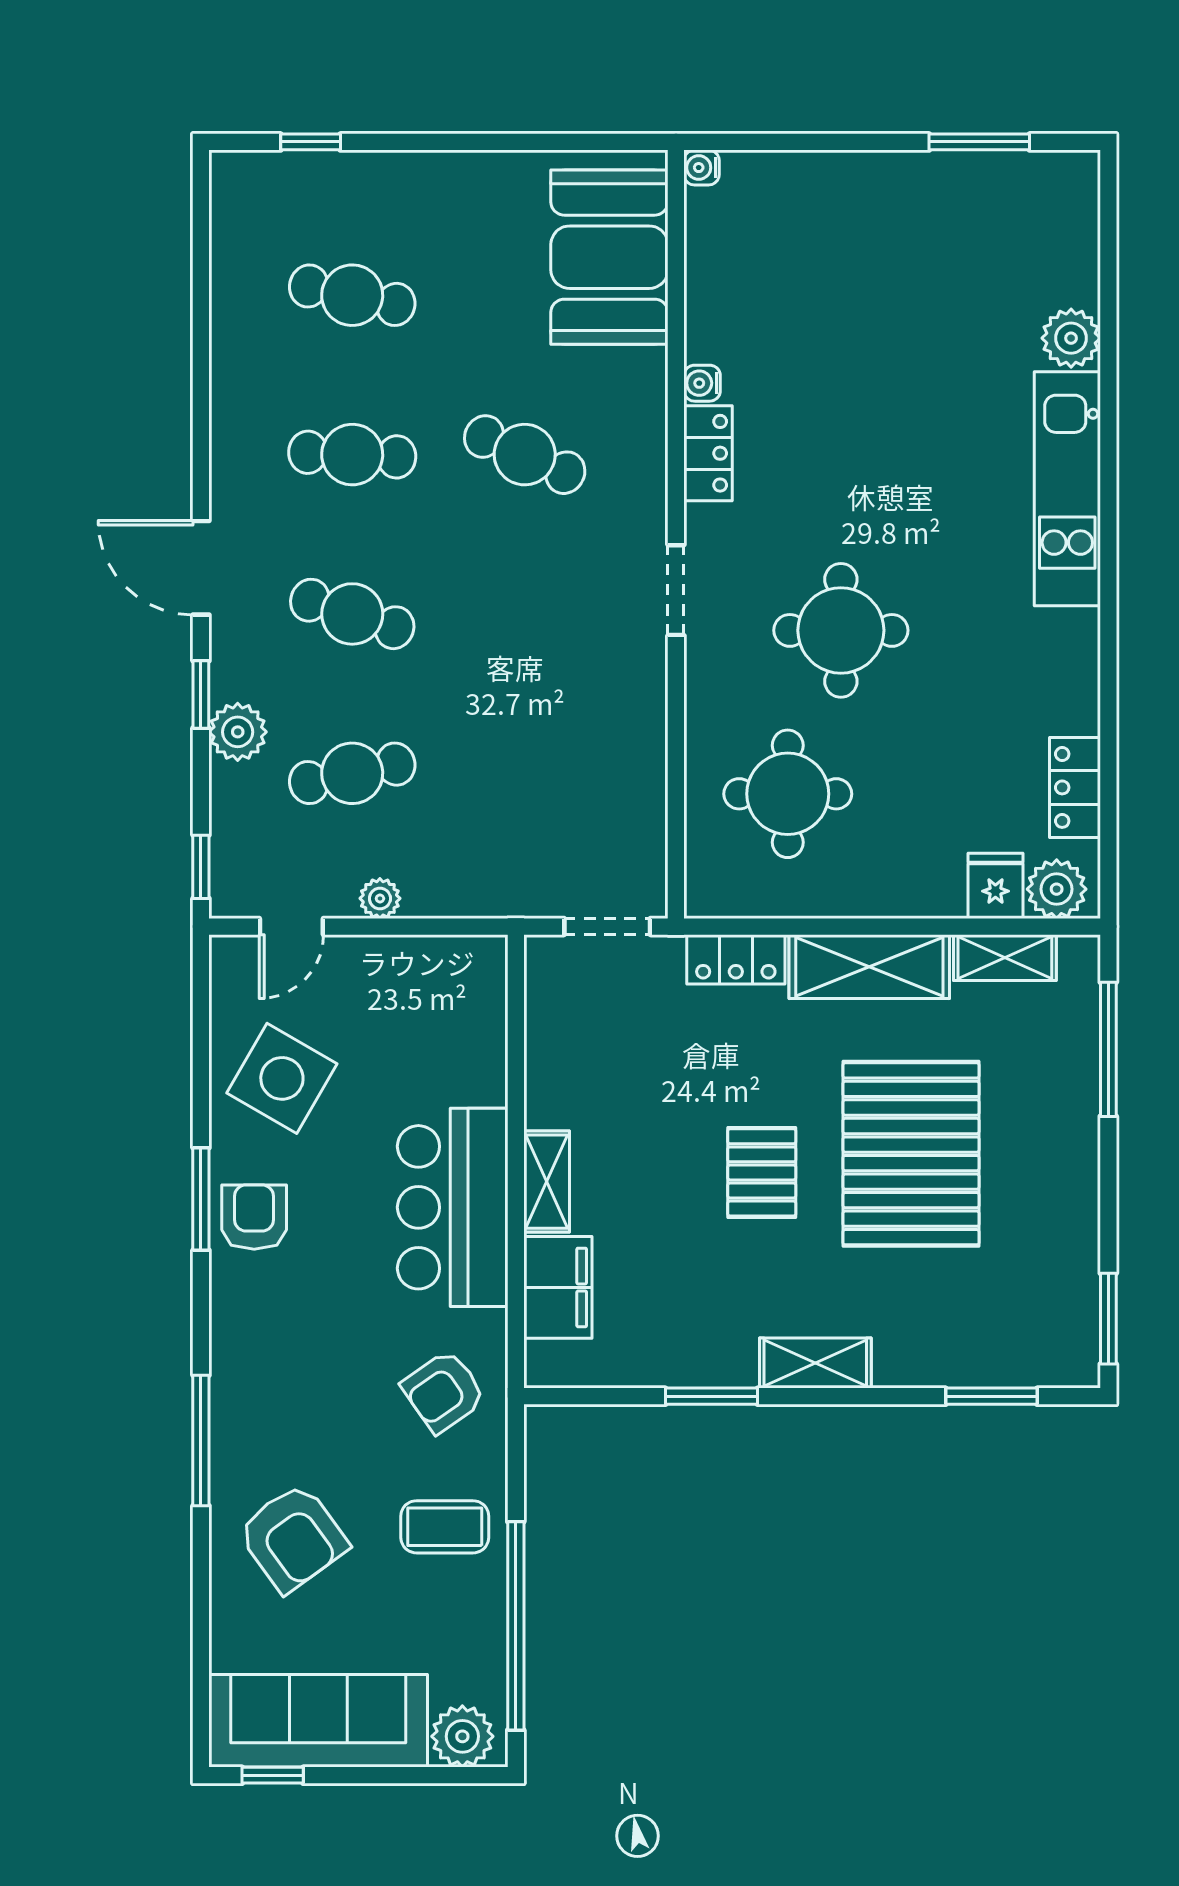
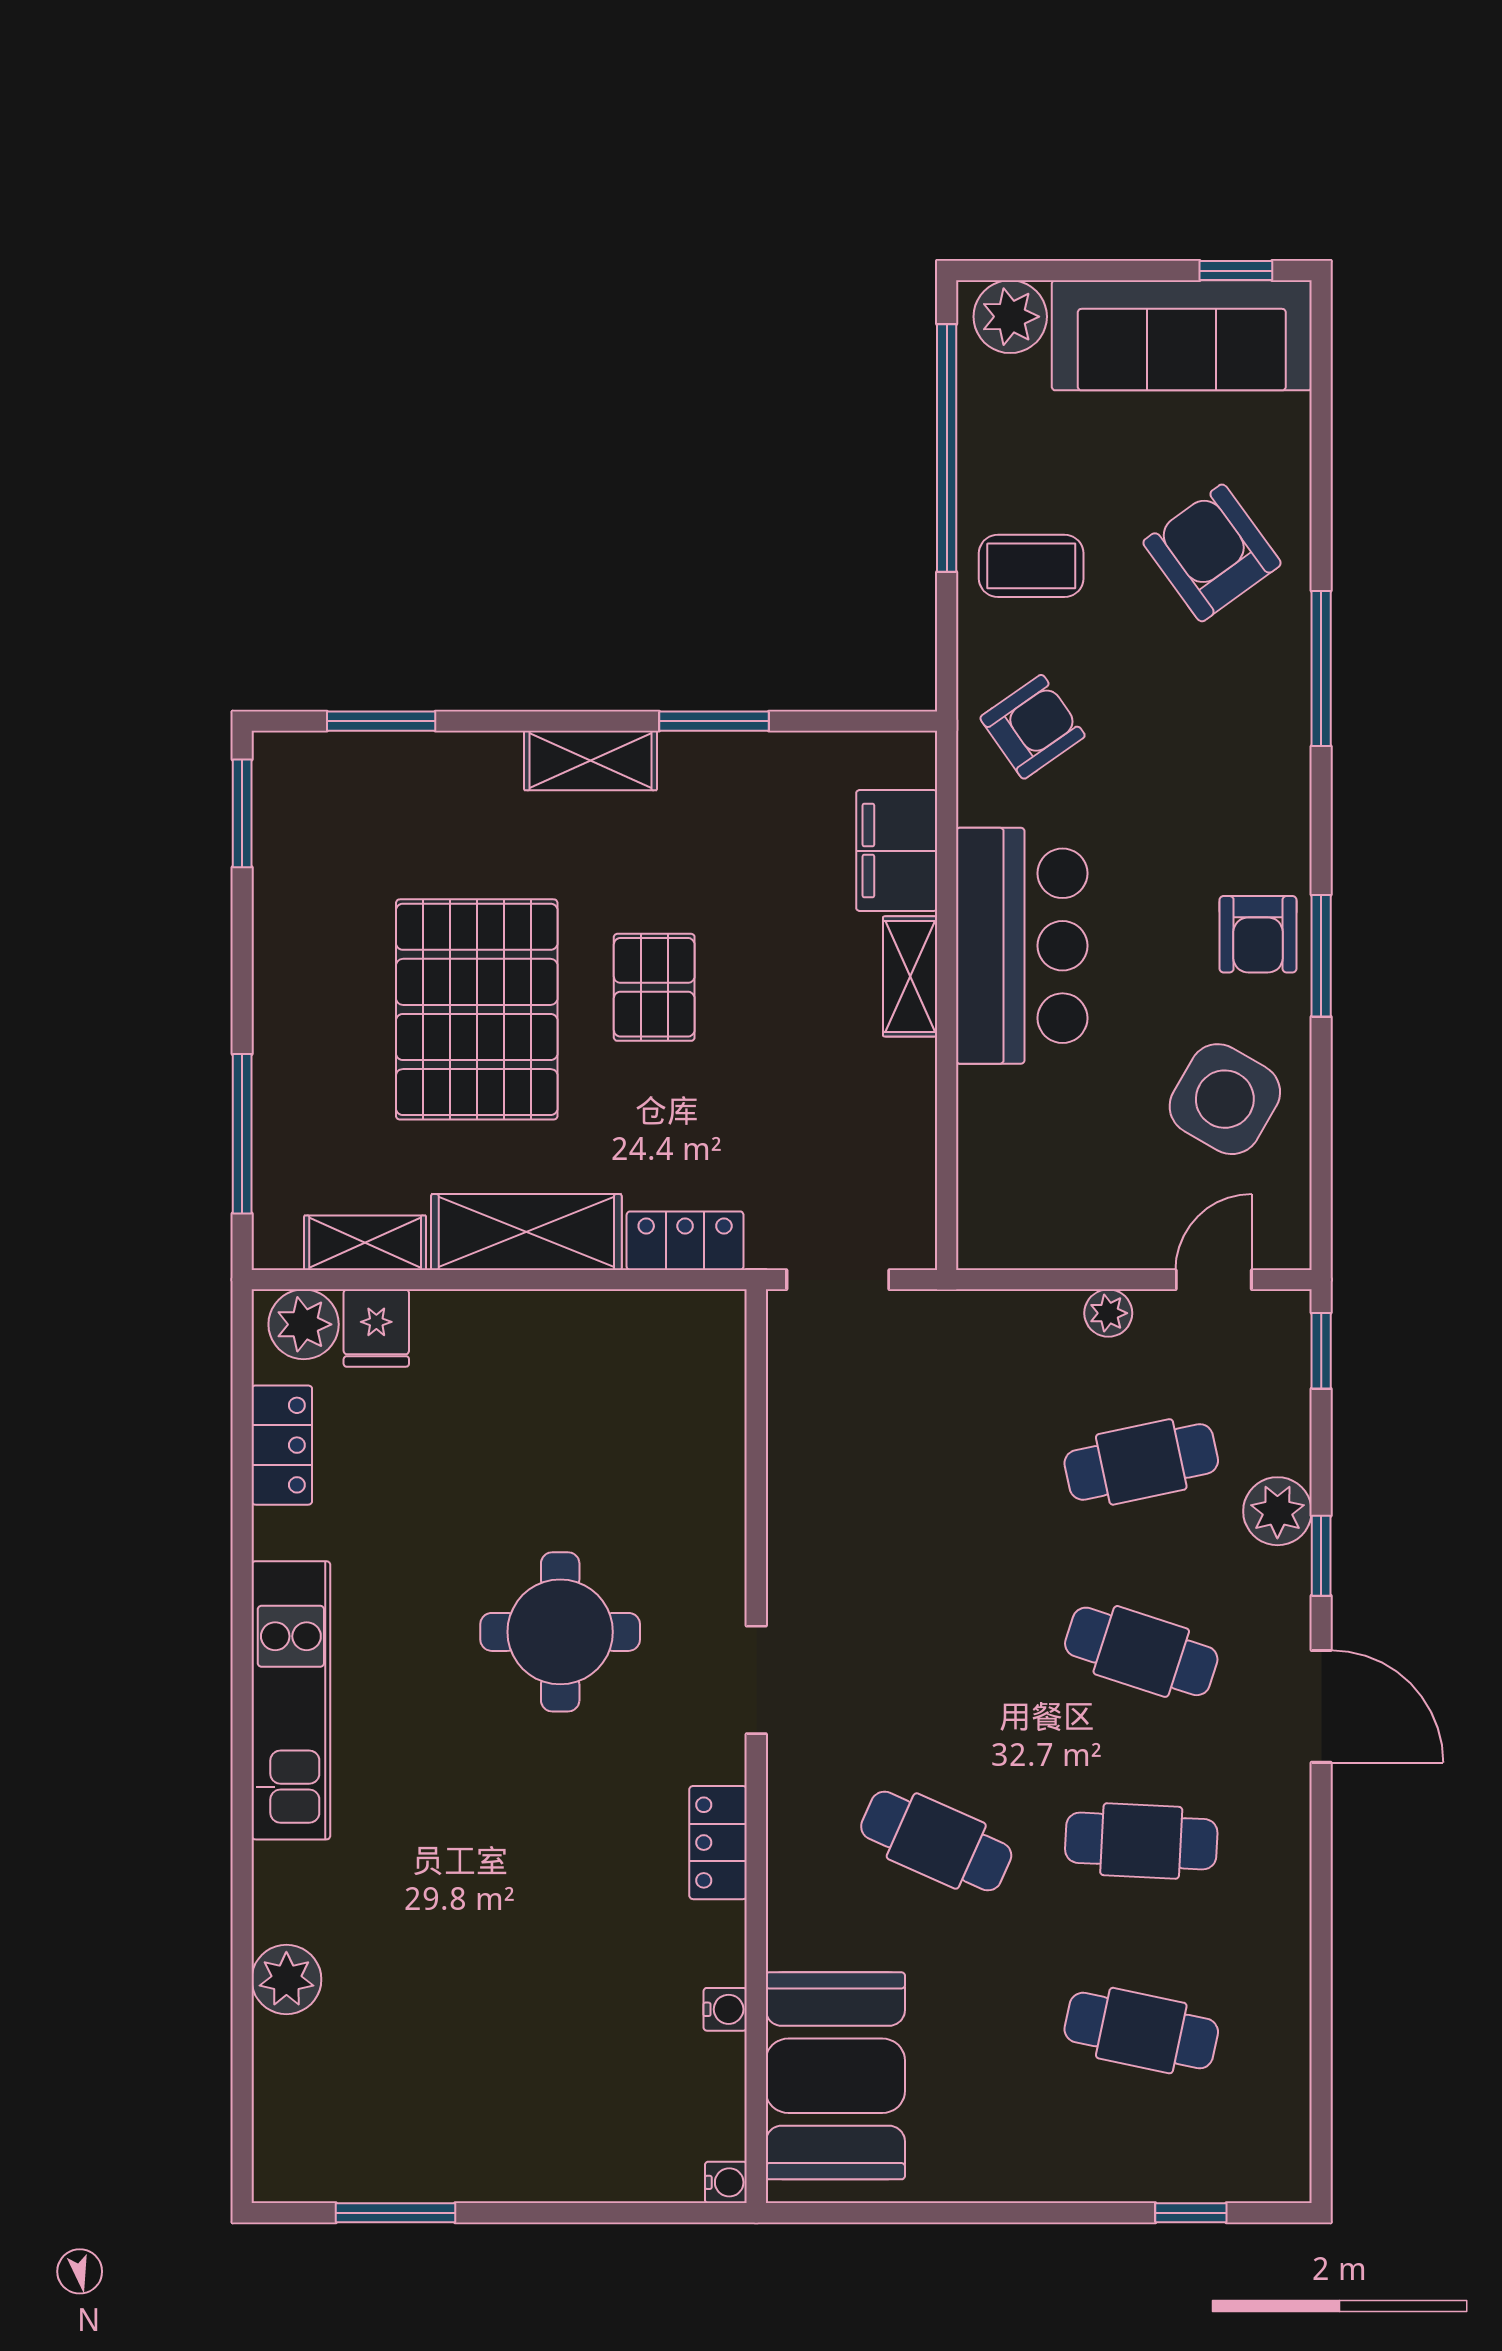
water cooler: (702, 383) -> (725, 2009), moved
kitchen unit: (1067, 489) -> (291, 1700), moved
round table: (788, 794) -> (623, 1438), removed

